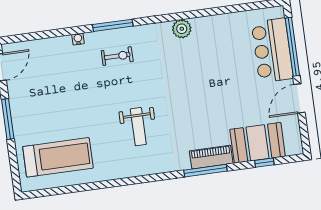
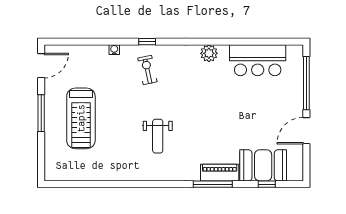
window: (113, 25) -> (147, 42), width x0.46
bar counter: (272, 50) -> (258, 60), moved, turned -90
exercise bike: (117, 56) -> (147, 70), turned -102
treadmill: (58, 157) -> (81, 118), moved, turned 90

